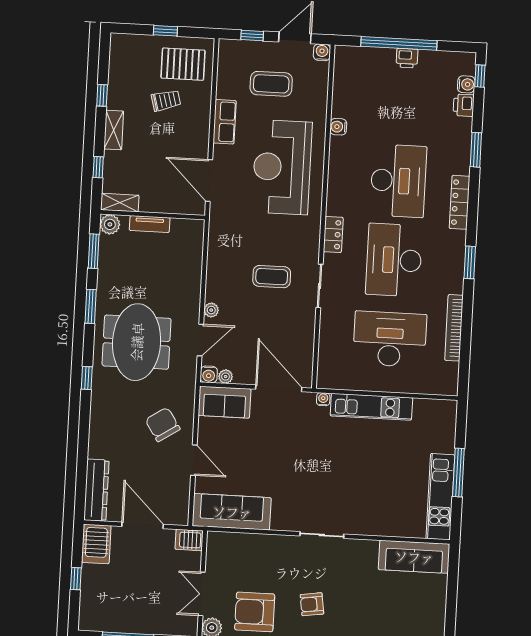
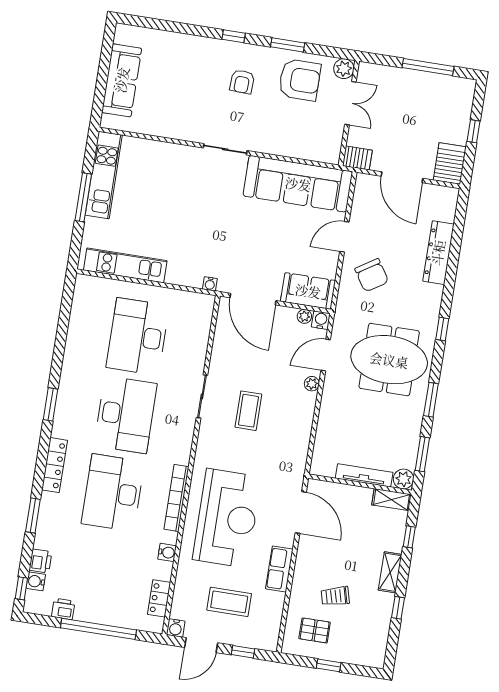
printer: (407, 58) -> (63, 609), moved
pallet: (183, 64) -> (315, 630), width x0.67, depth x0.71
tv unit: (150, 224) -> (364, 475), width x1.41
locker: (333, 234) -> (159, 598), moved
coffee table: (272, 277) -> (248, 411), turned 90
bookcase: (454, 328) -> (176, 498), moved, turned 180
desk: (390, 339) -> (138, 337), turned 90
meeting table: (137, 342) -> (389, 360), turned 90
kitchen unit: (371, 407) -> (125, 265), moved
door: (194, 460) -> (344, 237), hinge flipped
dresser: (96, 490) -> (438, 253), moved
sofa: (232, 512) -> (298, 184), width x1.36, depth x1.27
sofa: (414, 557) -> (122, 80), moved, turned 90
armchair: (312, 604) -> (242, 82), turned 100

